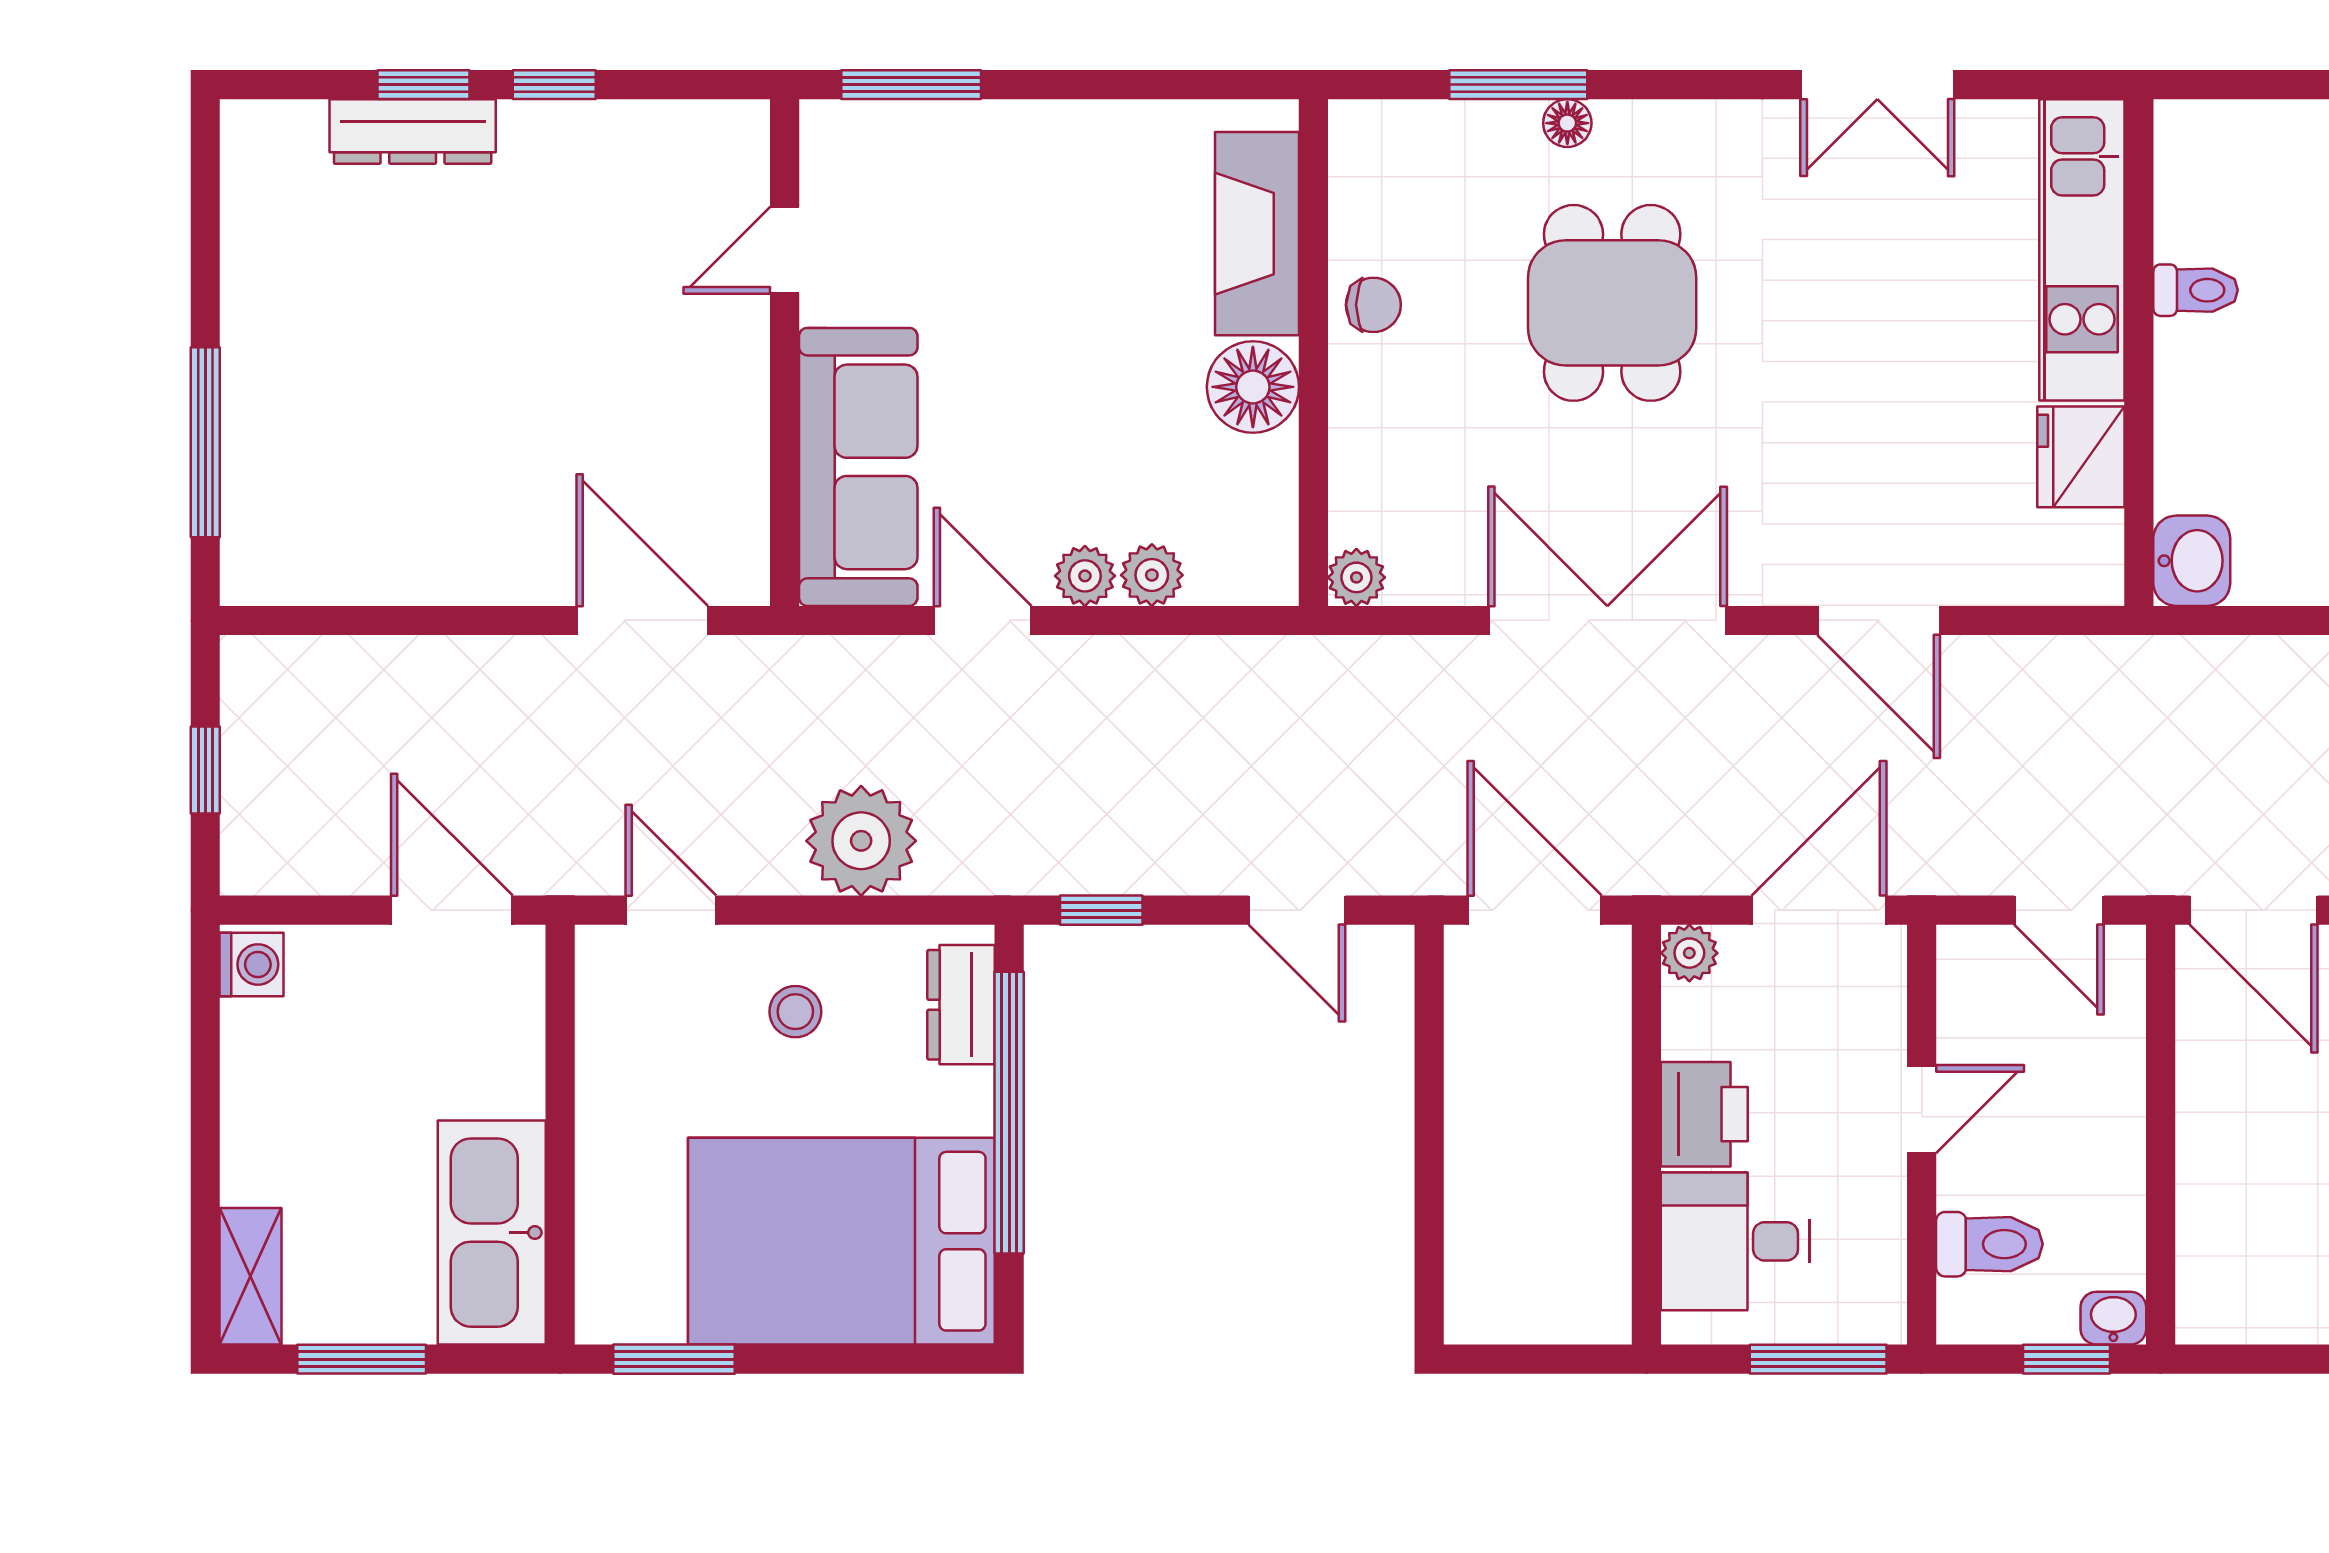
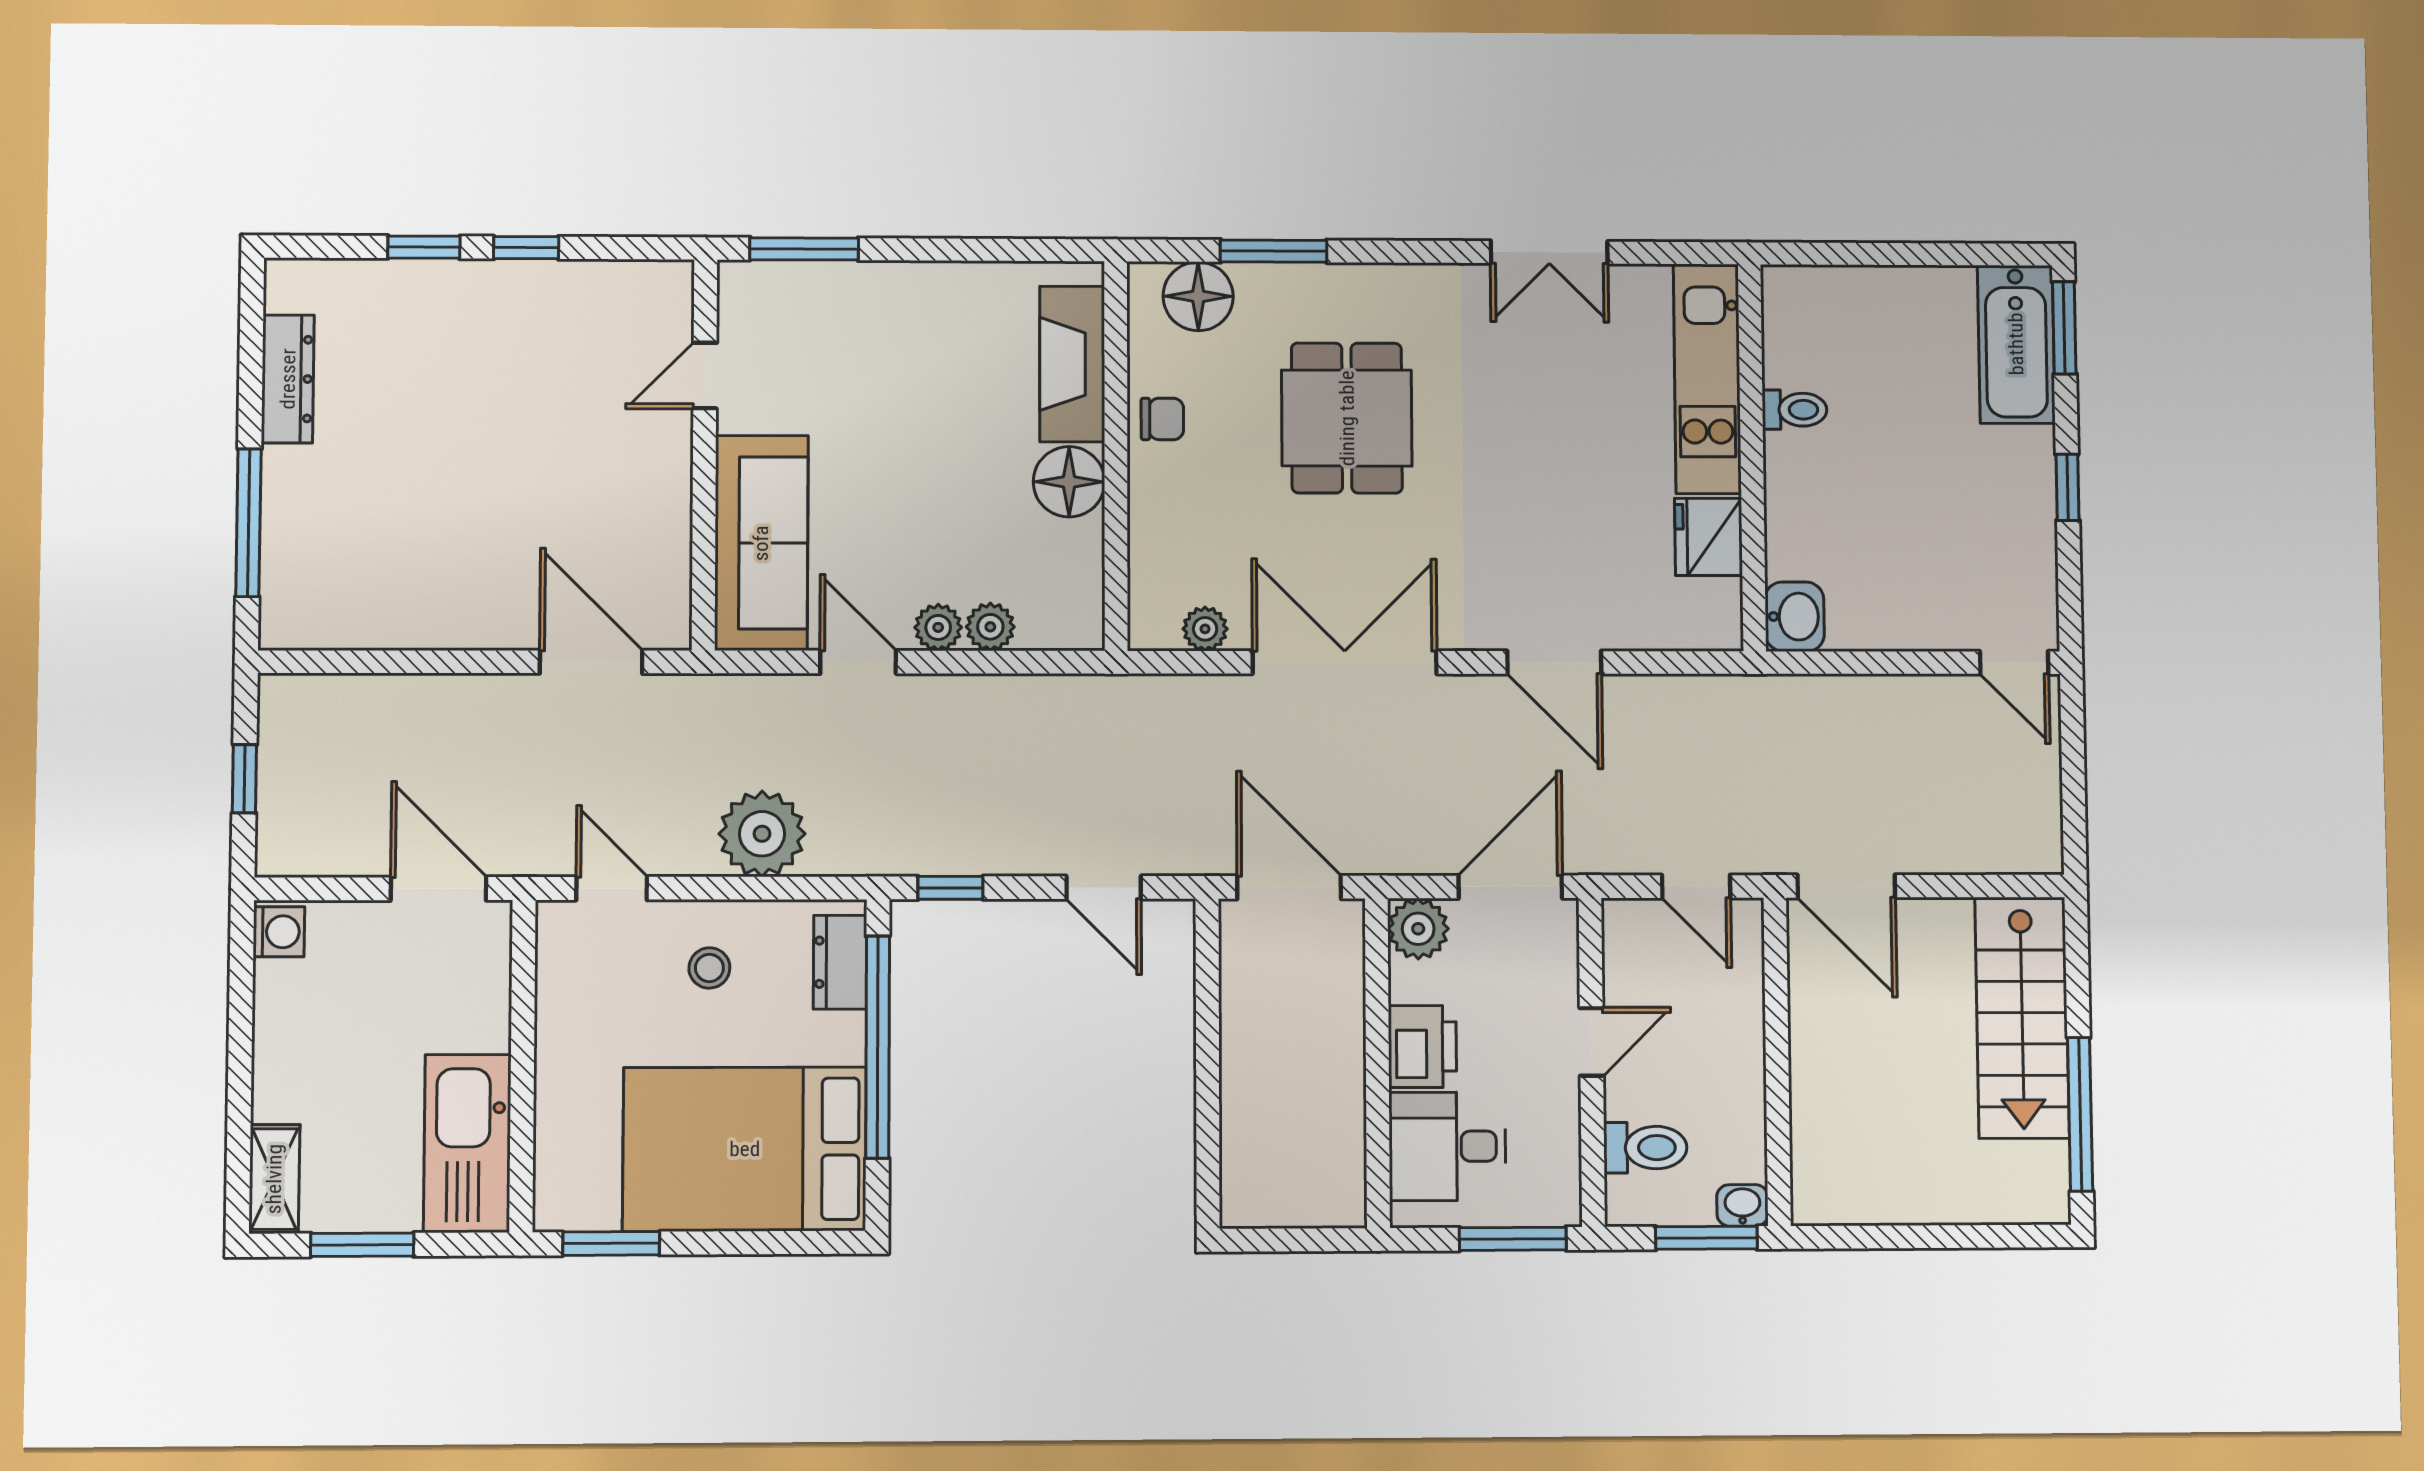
floor lamp: (1567, 123) -> (1198, 296), moved, width x1.89, depth x1.89
dresser: (413, 132) -> (288, 379), moved, turned -90
plant: (1356, 577) -> (1205, 629), moved
plant: (1689, 953) -> (1418, 929), width x1.38, depth x1.38
window: (2066, 1359) -> (1706, 1238), width x1.50

